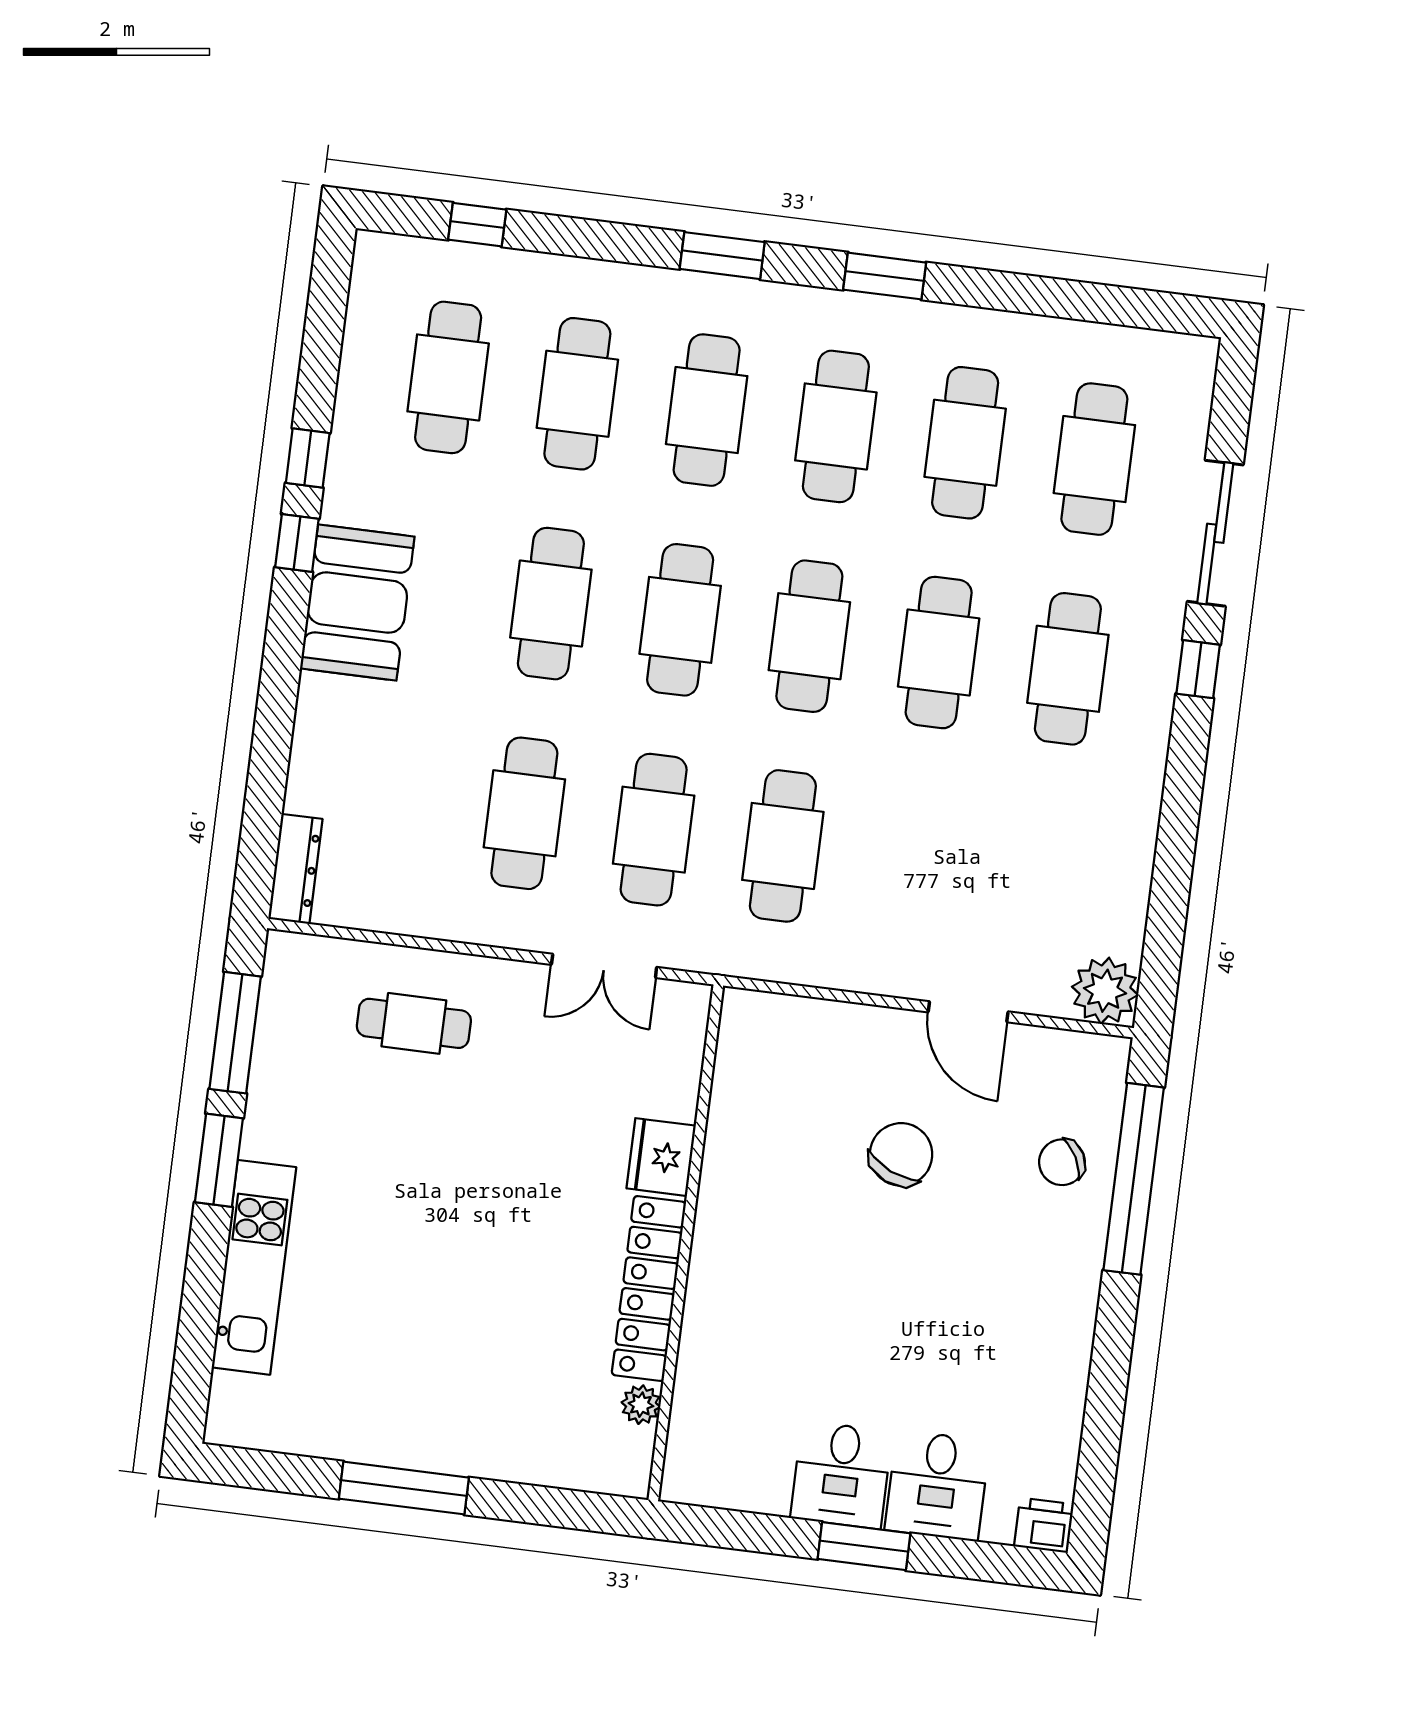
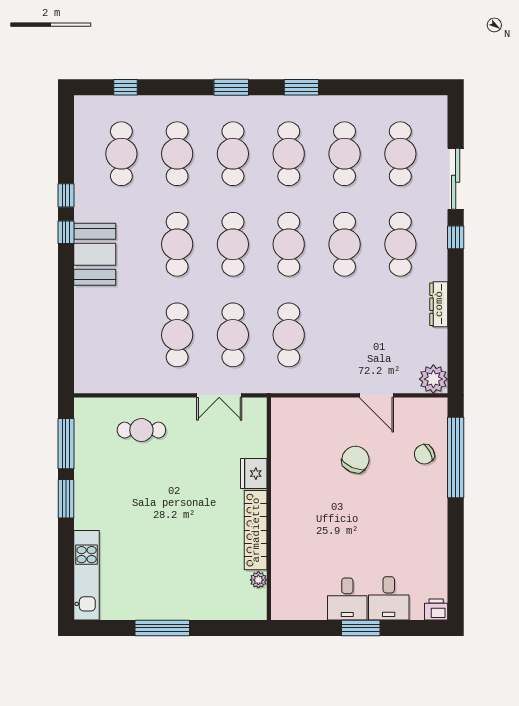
dresser: (295, 869) -> (439, 304), moved, turned 180
kitchen unit: (254, 1267) -> (87, 575), moved

